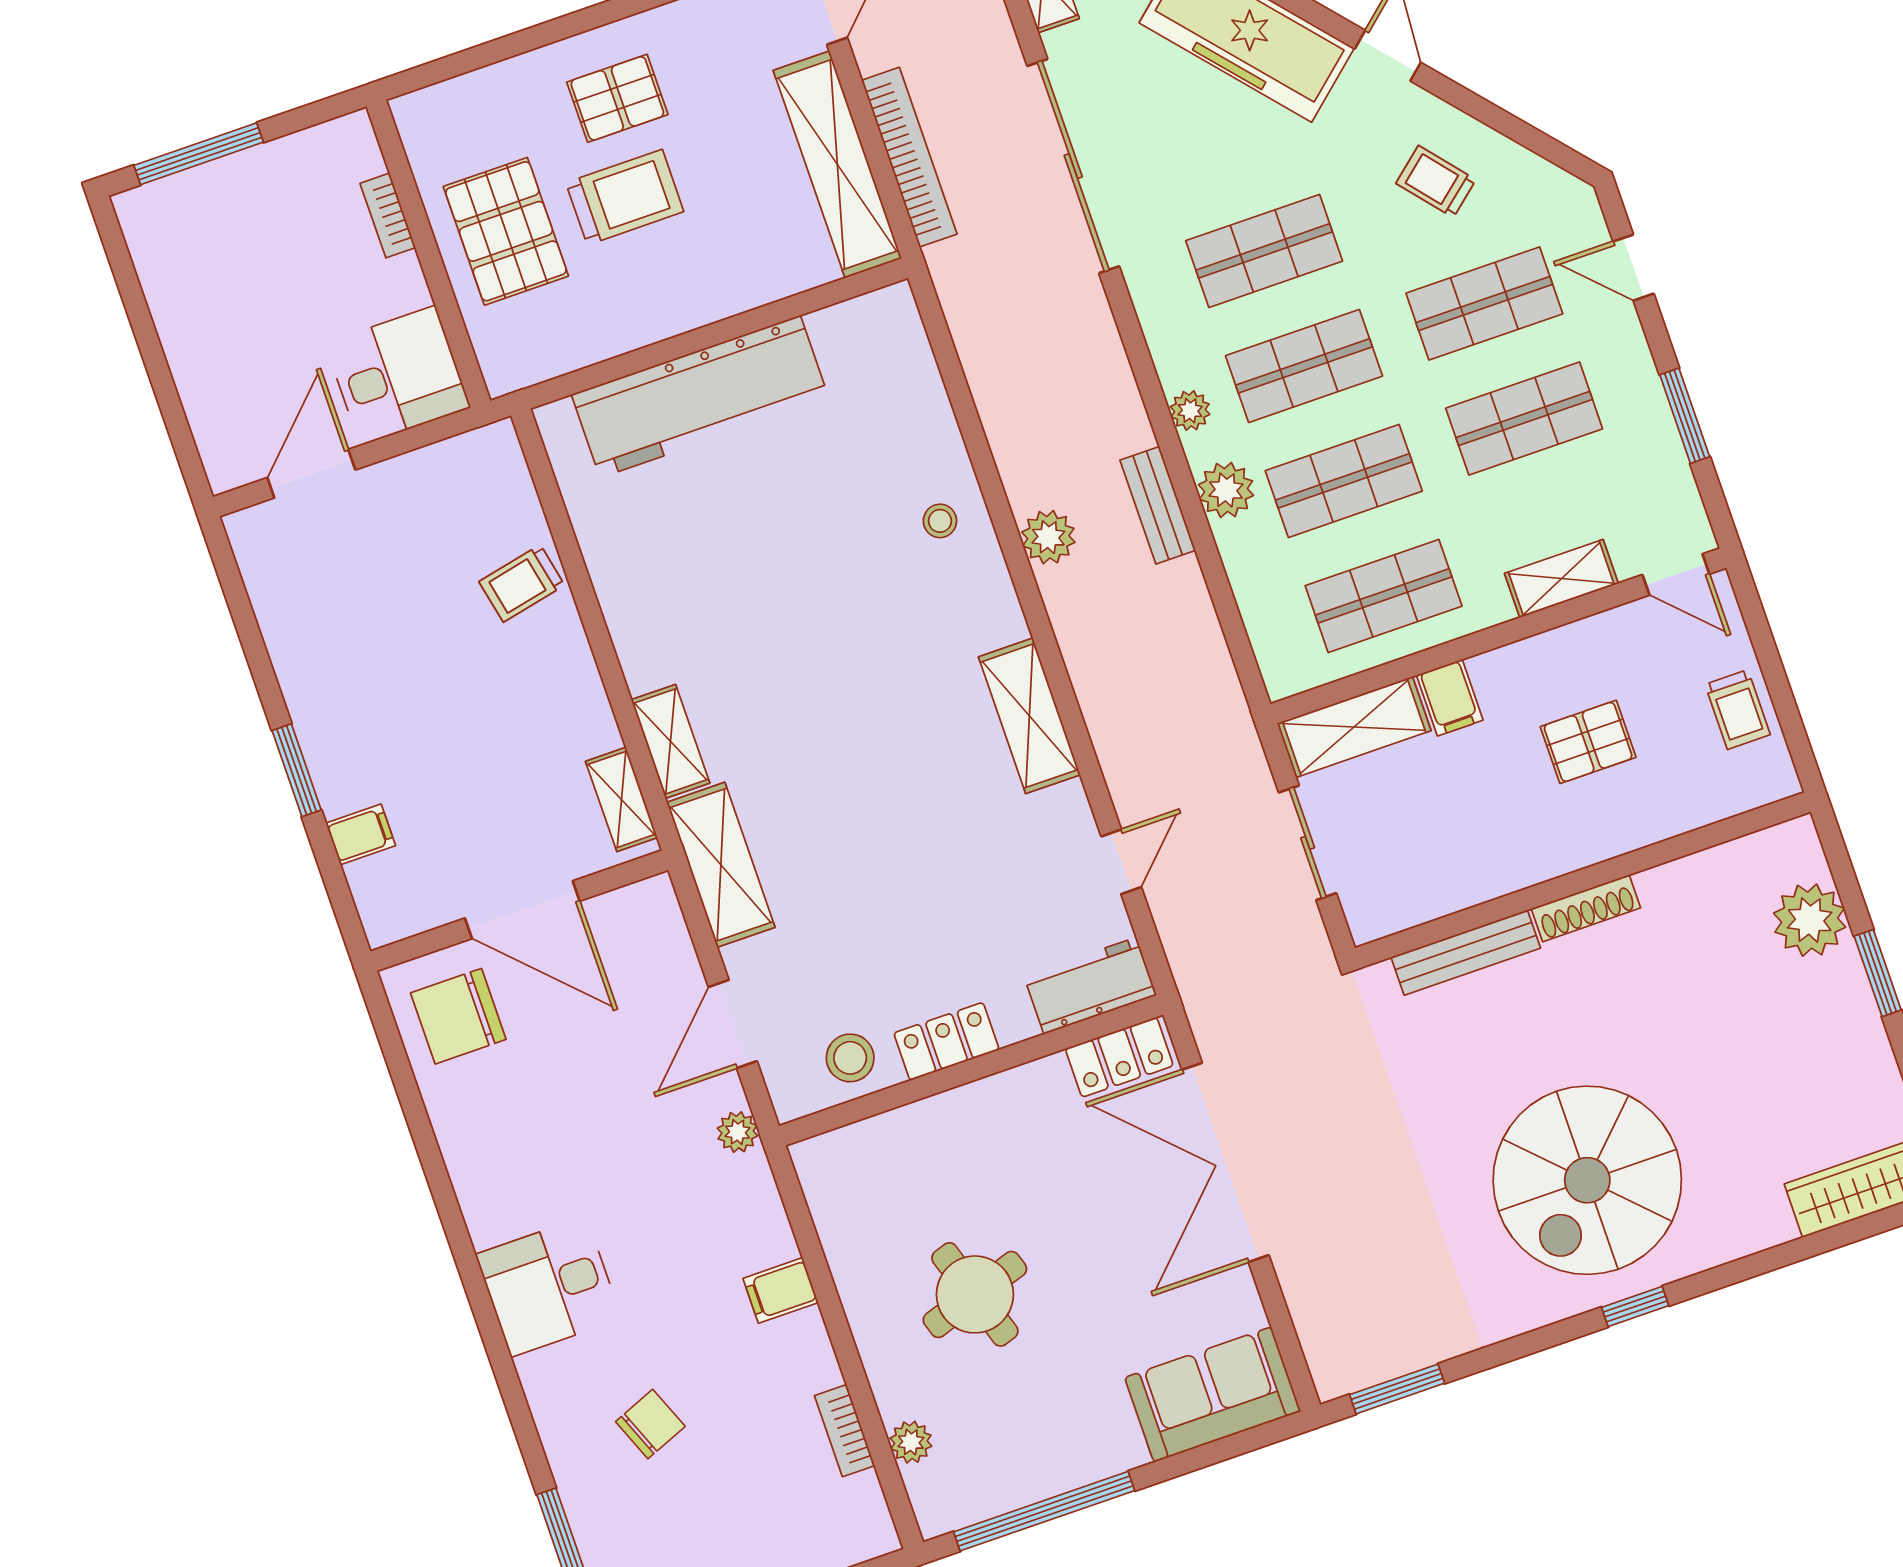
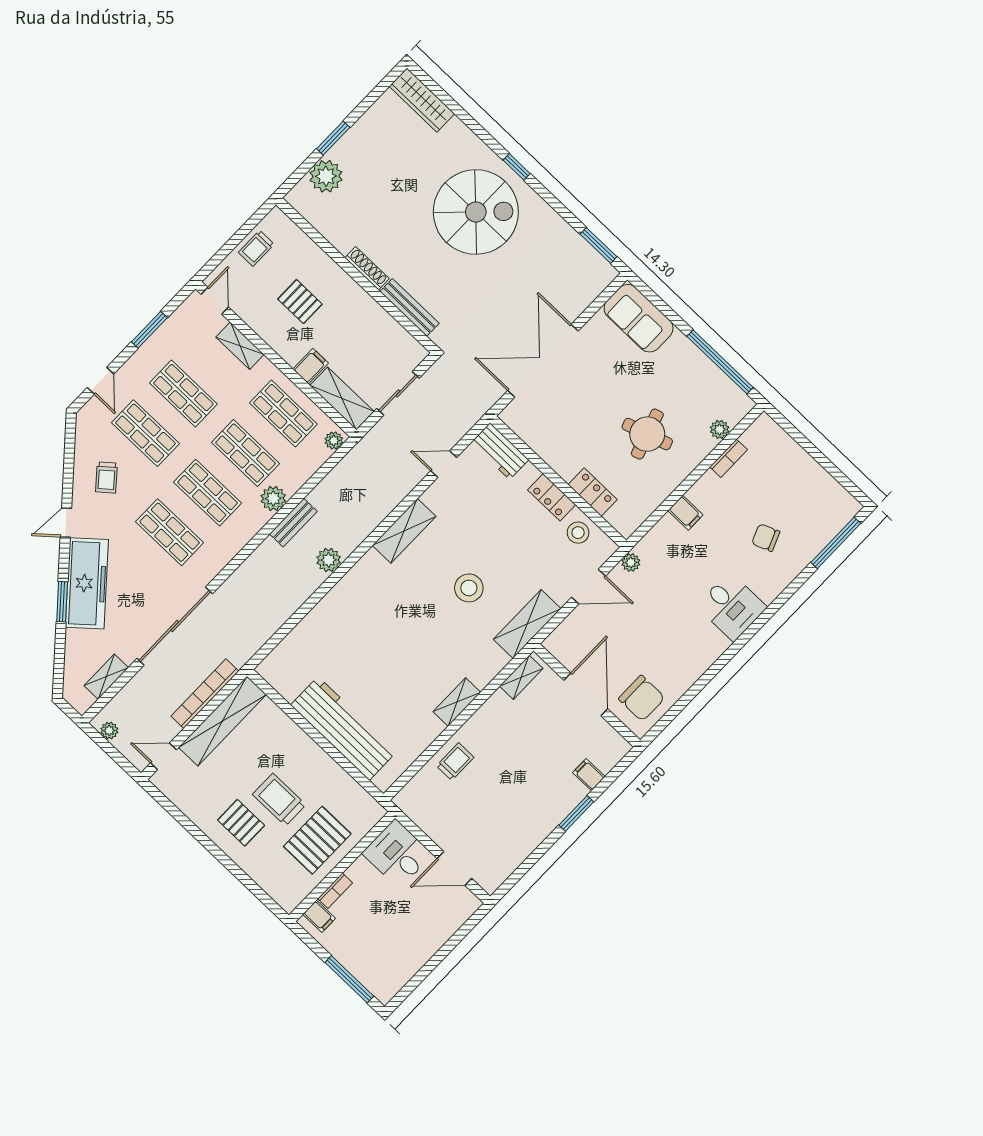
filing cabinet: (353, 158) -> (319, 916), added
plant: (1190, 411) -> (334, 441), moved
stool: (940, 521) -> (469, 588), moved, width x1.89, depth x1.89
trolley: (522, 583) -> (455, 762), turned -78
trolley: (1738, 710) -> (256, 248), turned 180
shelving: (670, 741) -> (457, 702), moved
locker: (1119, 1057) -> (593, 492), moved
double door: (1225, 1162) -> (543, 361), swing flipped

